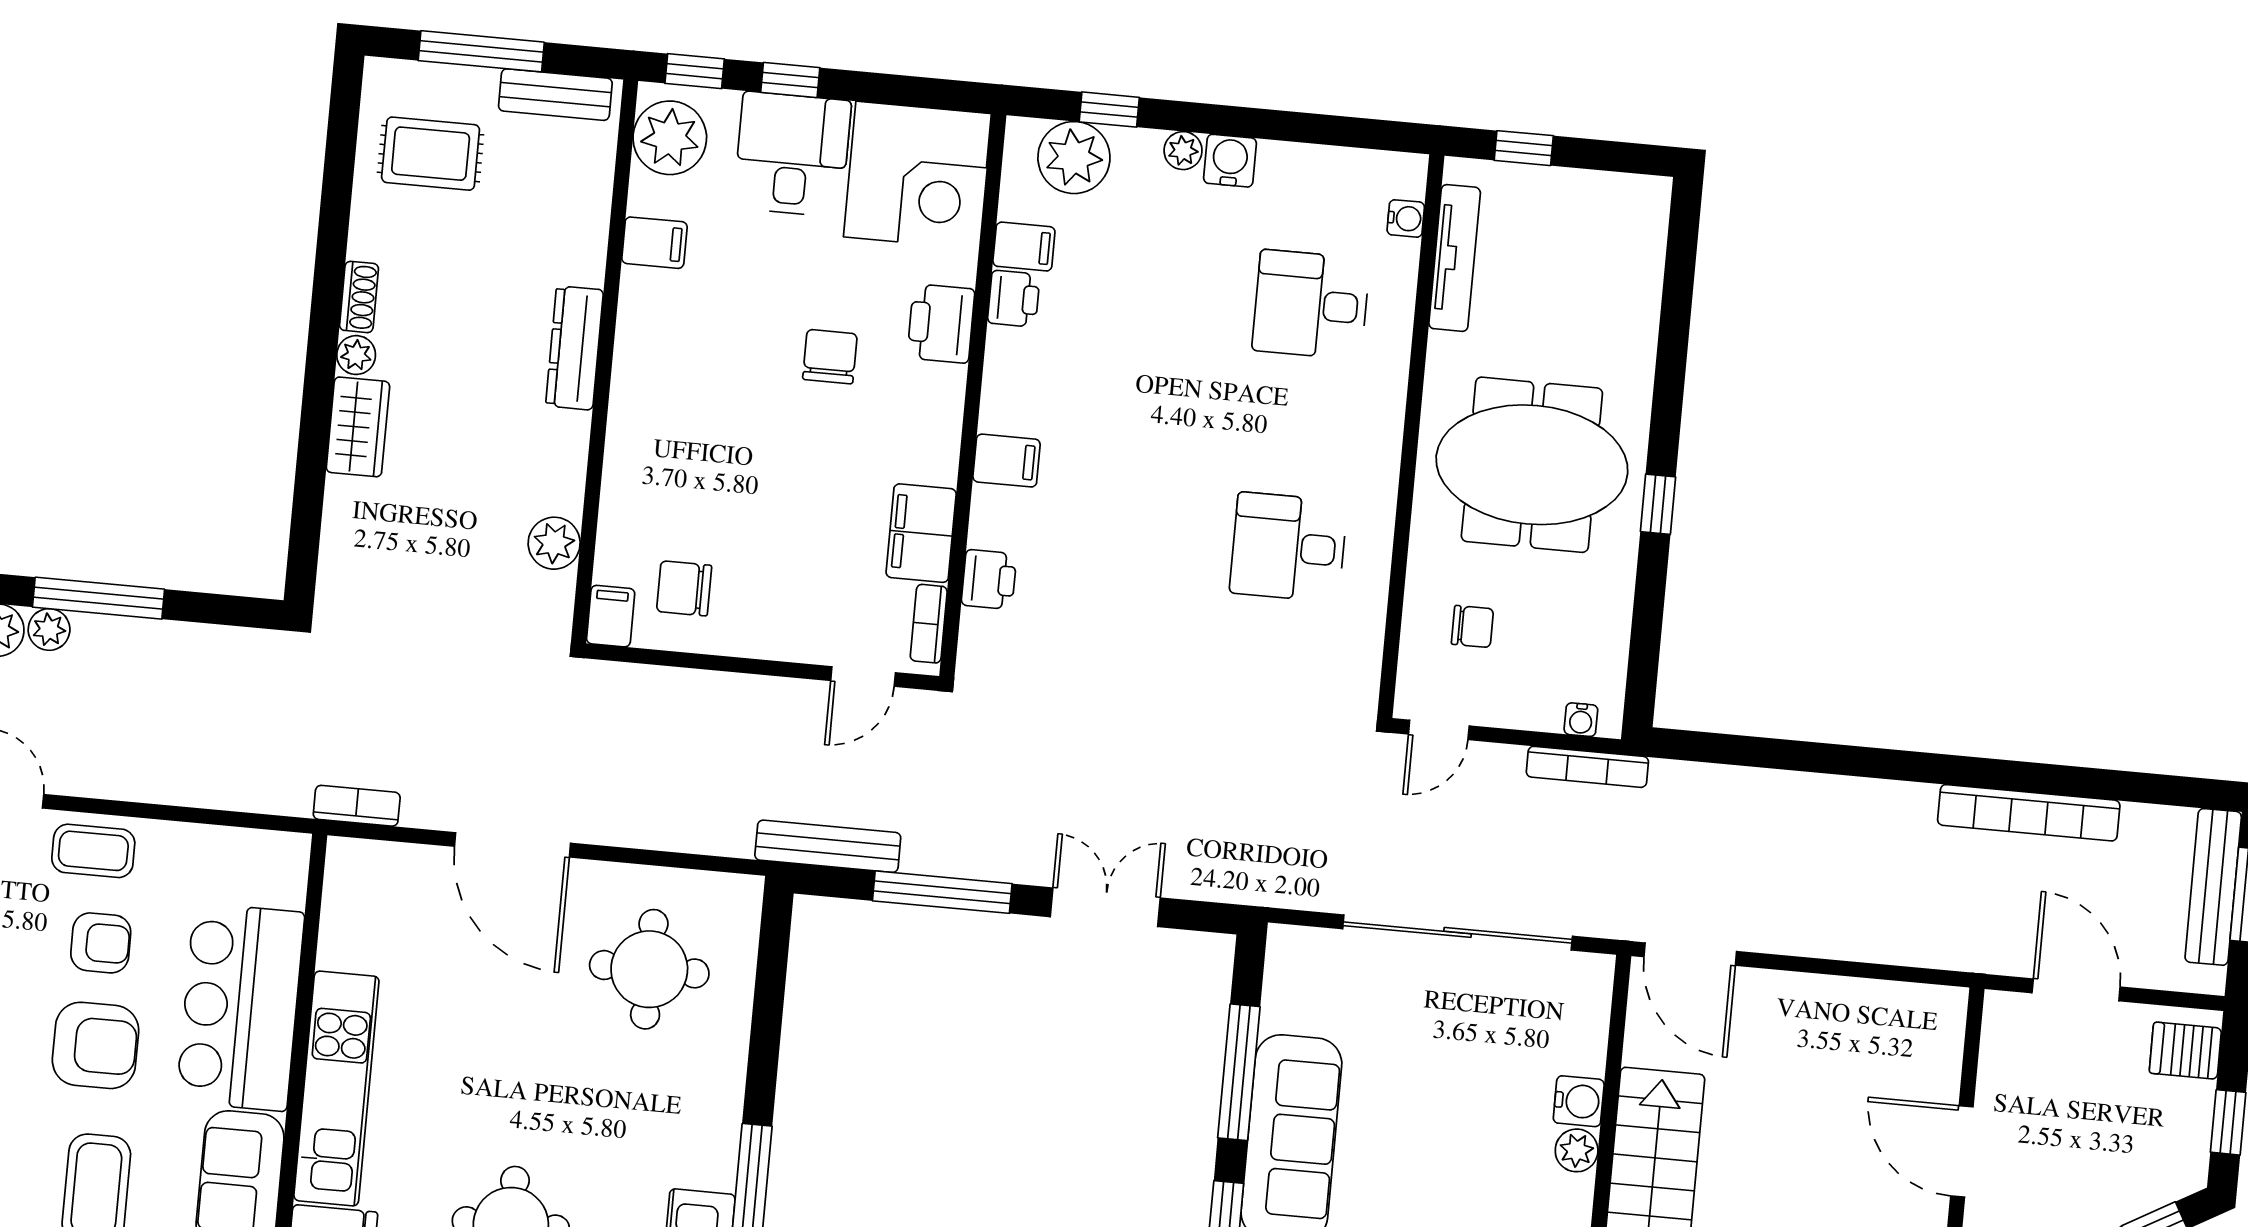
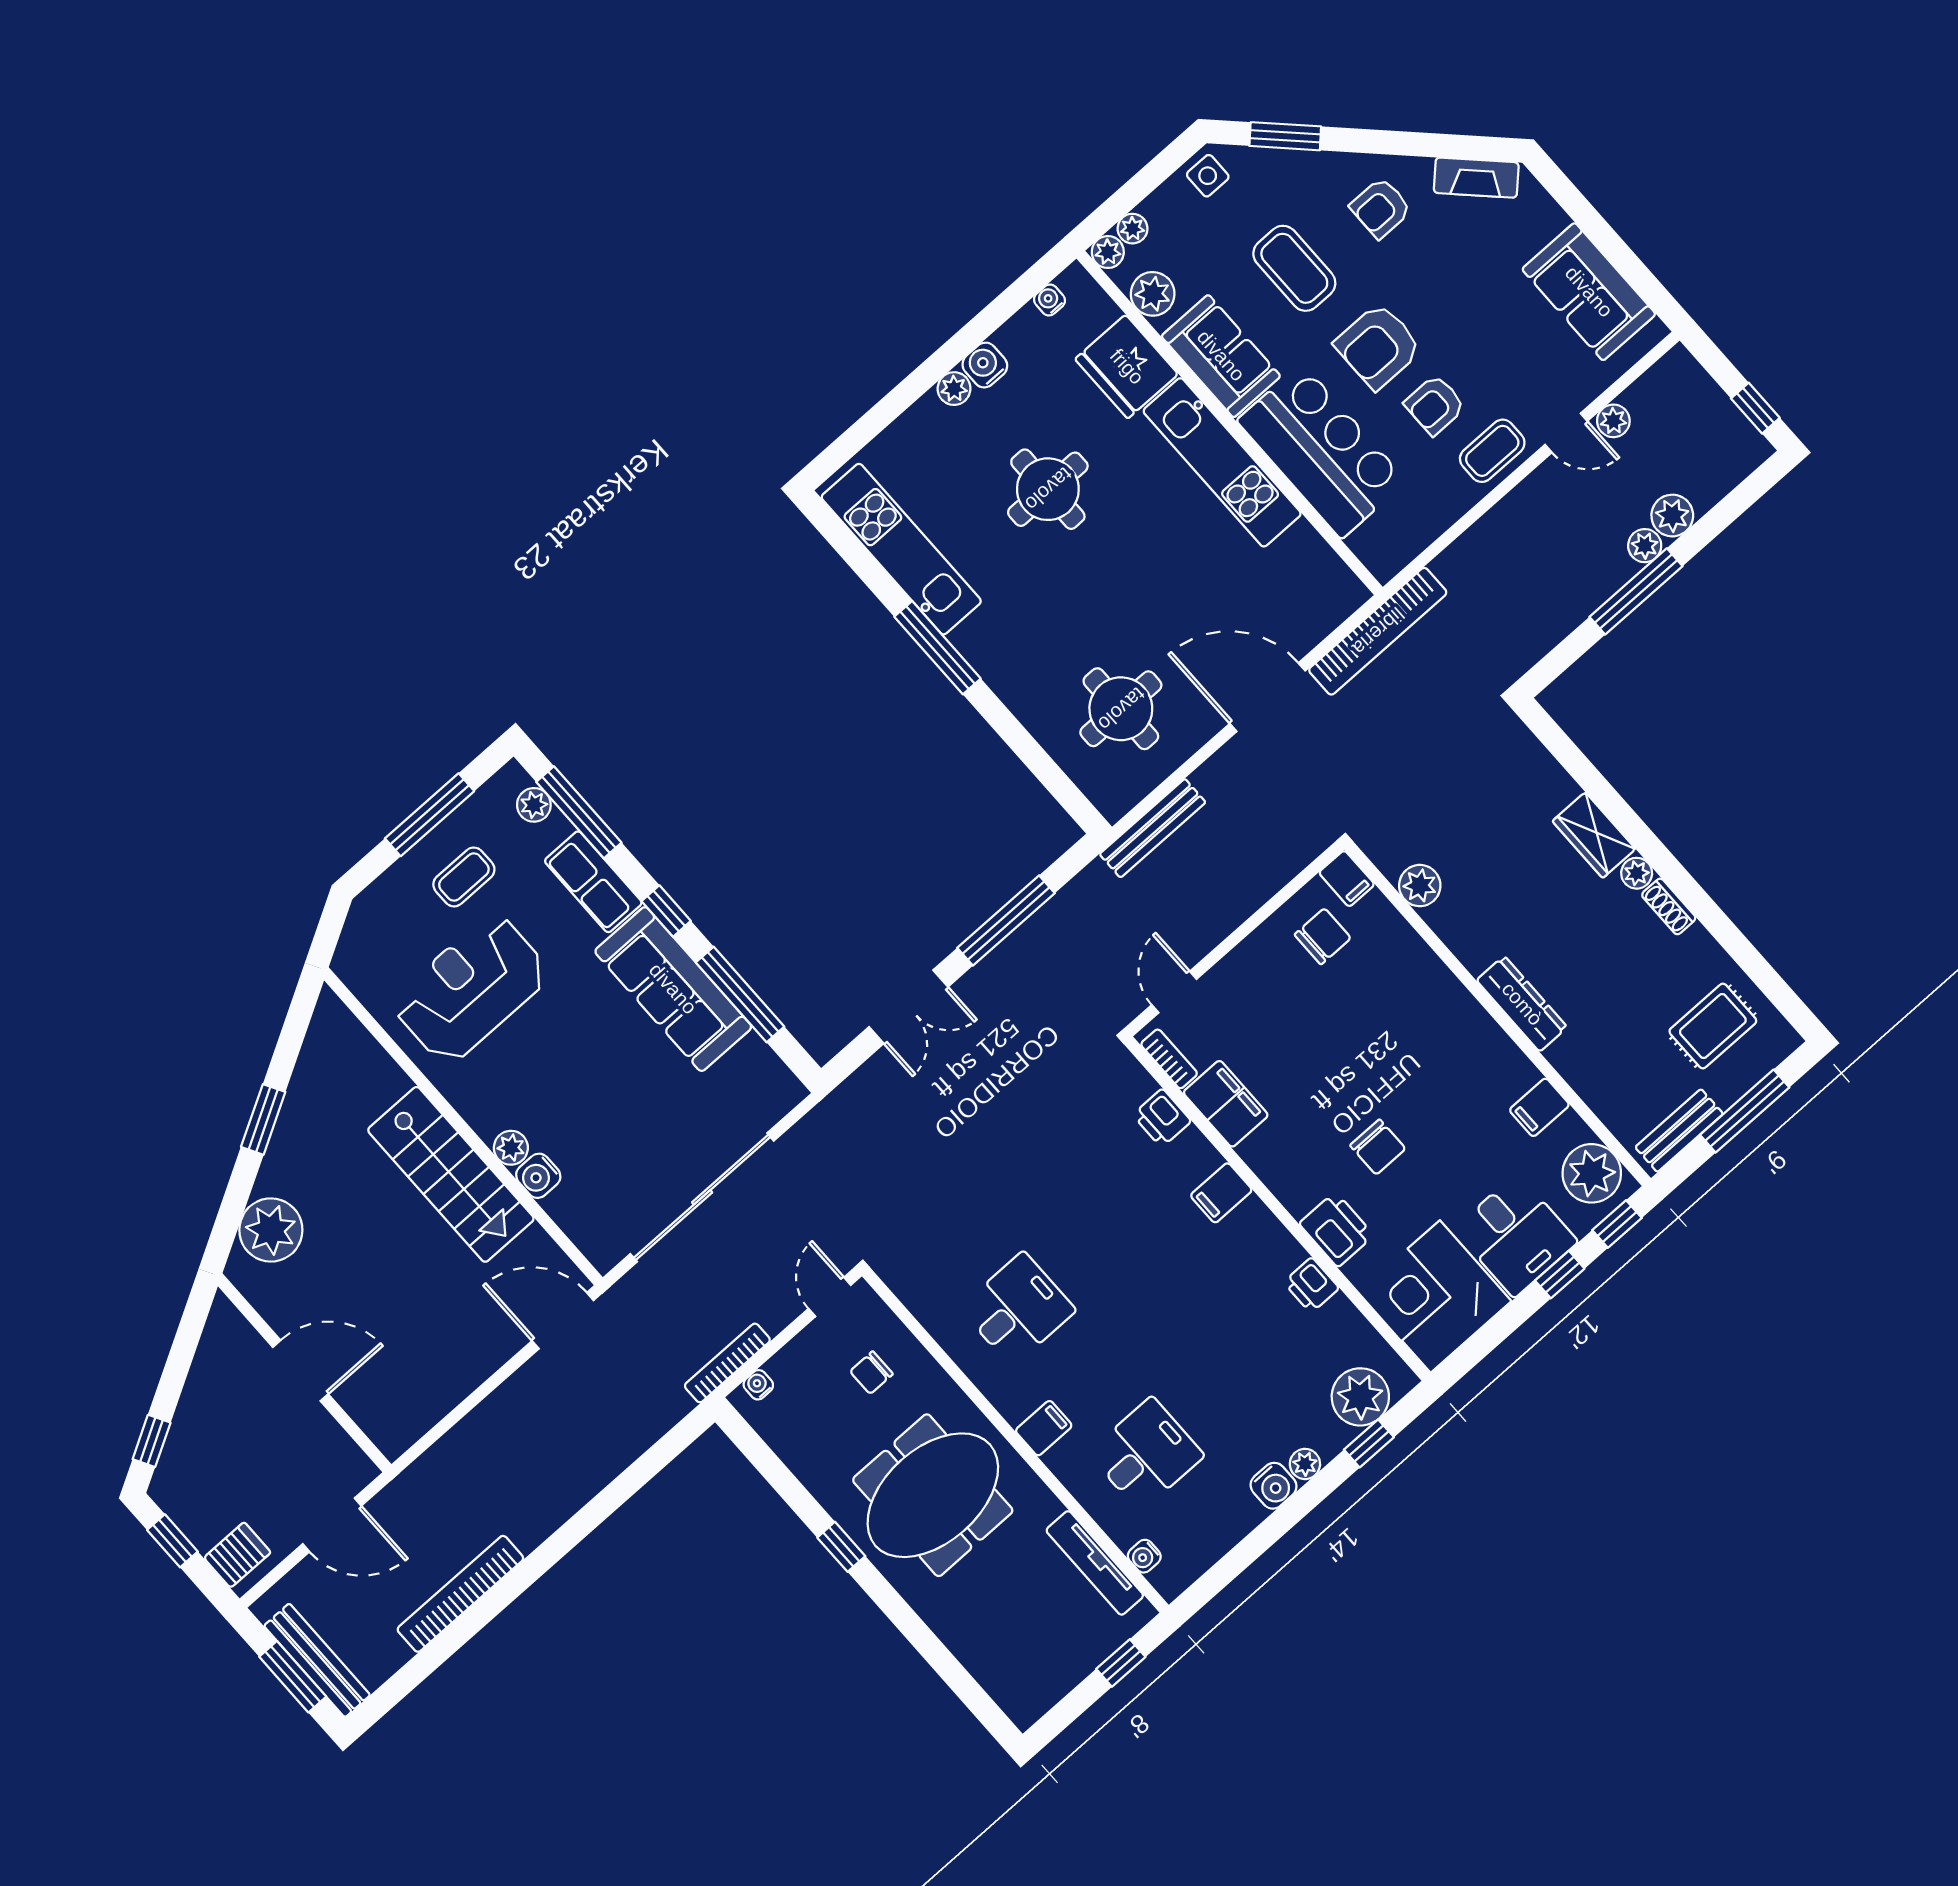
filing cabinet: (1024, 247) -> (1044, 1428), moved, turned 180
bookcase: (357, 806) -> (1378, 631), width x2.31, depth x1.31
bench: (828, 846) -> (1153, 828), moved

